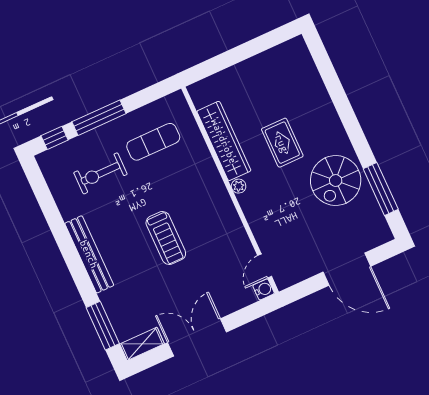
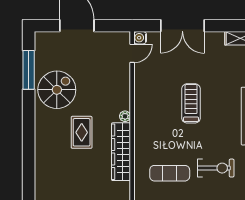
double door: (197, 337) -> (182, 26), moved

